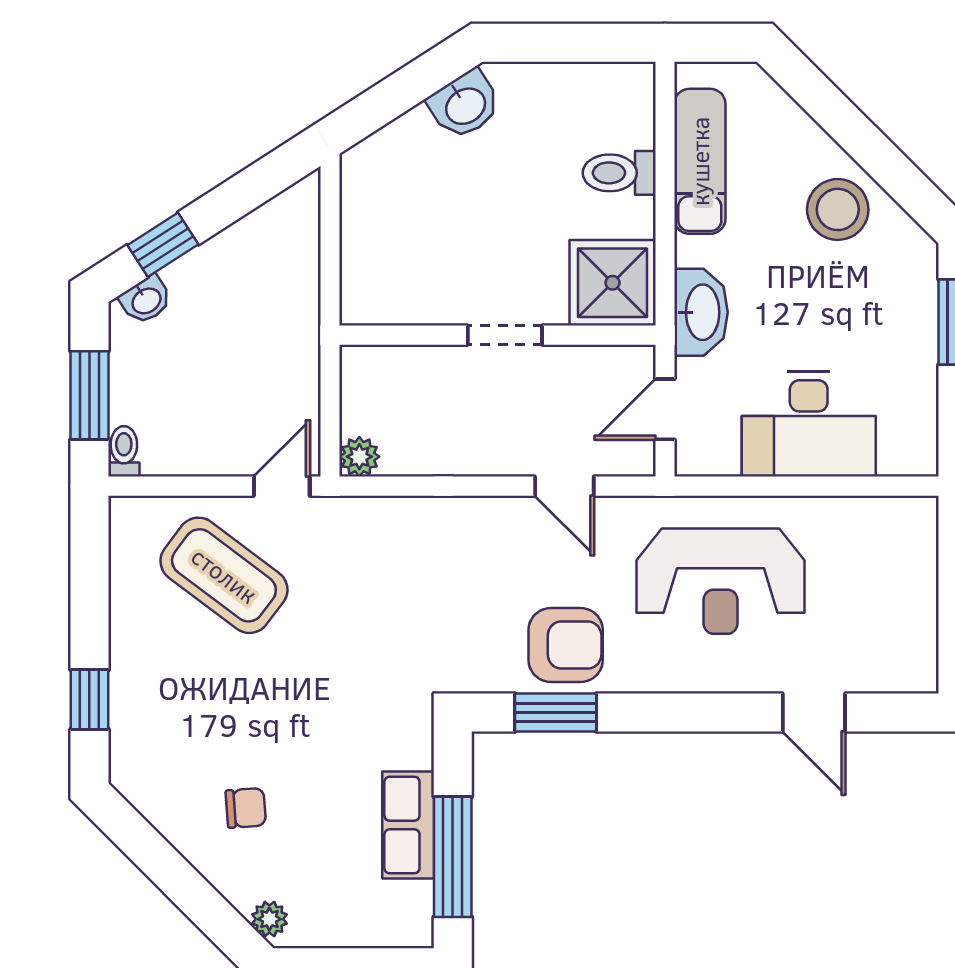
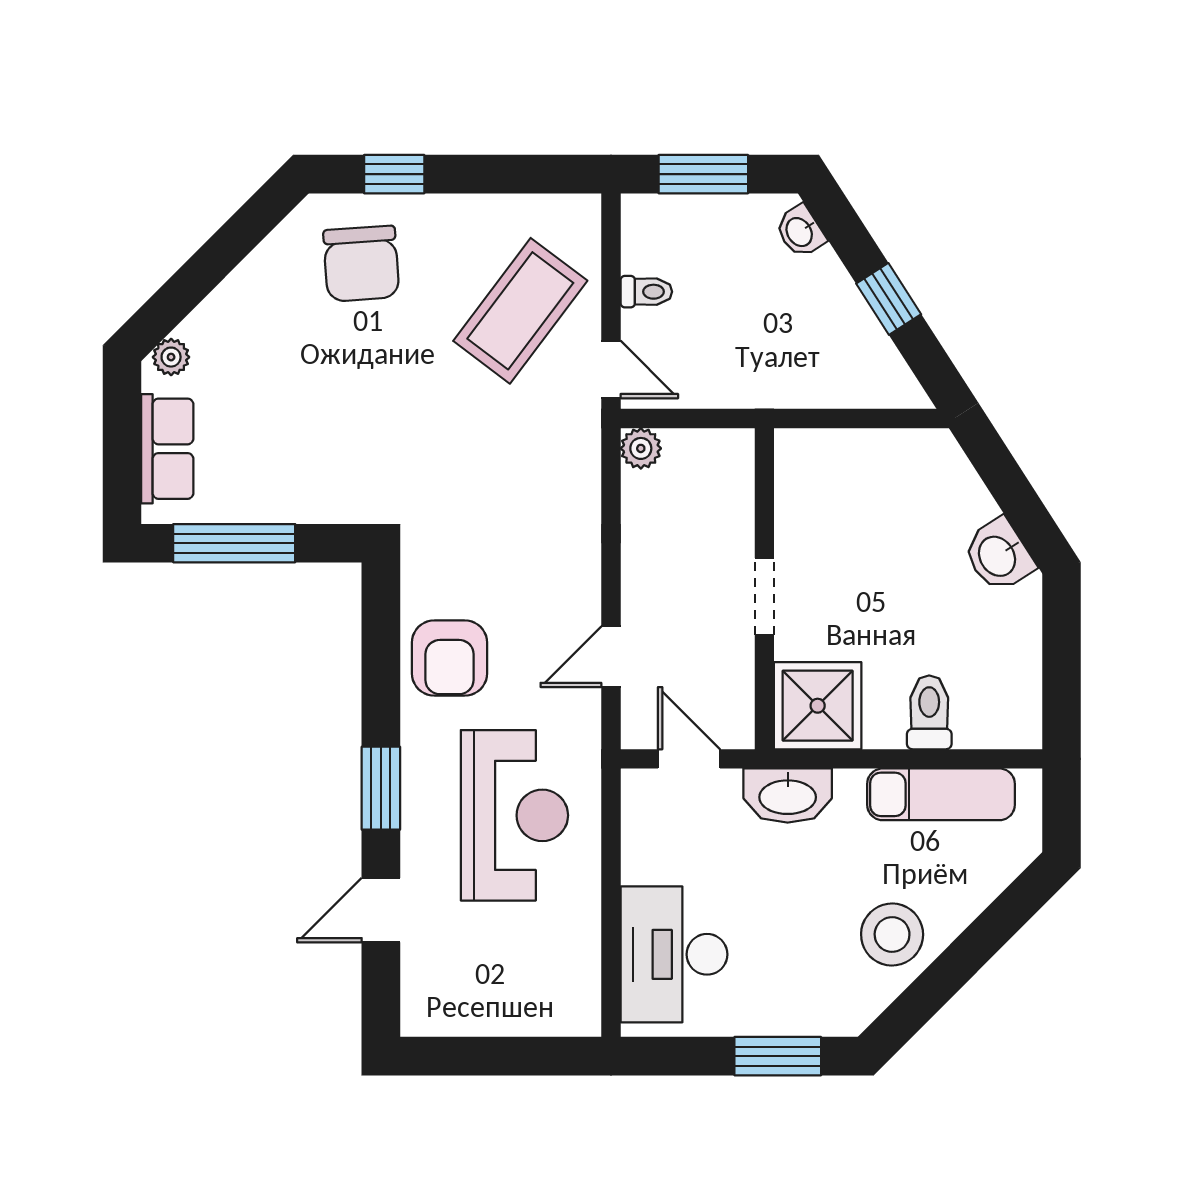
window: (163, 245) -> (889, 299), moved
desk: (809, 424) -> (674, 954), moved
toilet: (124, 451) -> (646, 292), moved
reception desk: (720, 581) -> (514, 815), turned 180
window: (556, 713) -> (381, 788), moved
chair: (246, 808) -> (361, 264), moved, width x1.87, depth x1.87
row of seats: (408, 825) -> (167, 449), moved, turned 90

